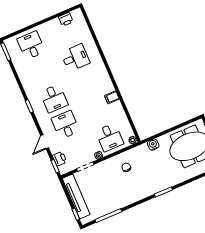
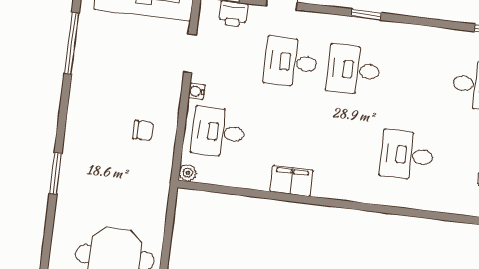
desk: (75, 58) -> (407, 155), turned 90
filing cabinet: (112, 97) -> (291, 181), width x2.00
desk: (65, 125) -> (291, 62), turned 180
water cooler: (153, 145) -> (157, 206), removed

